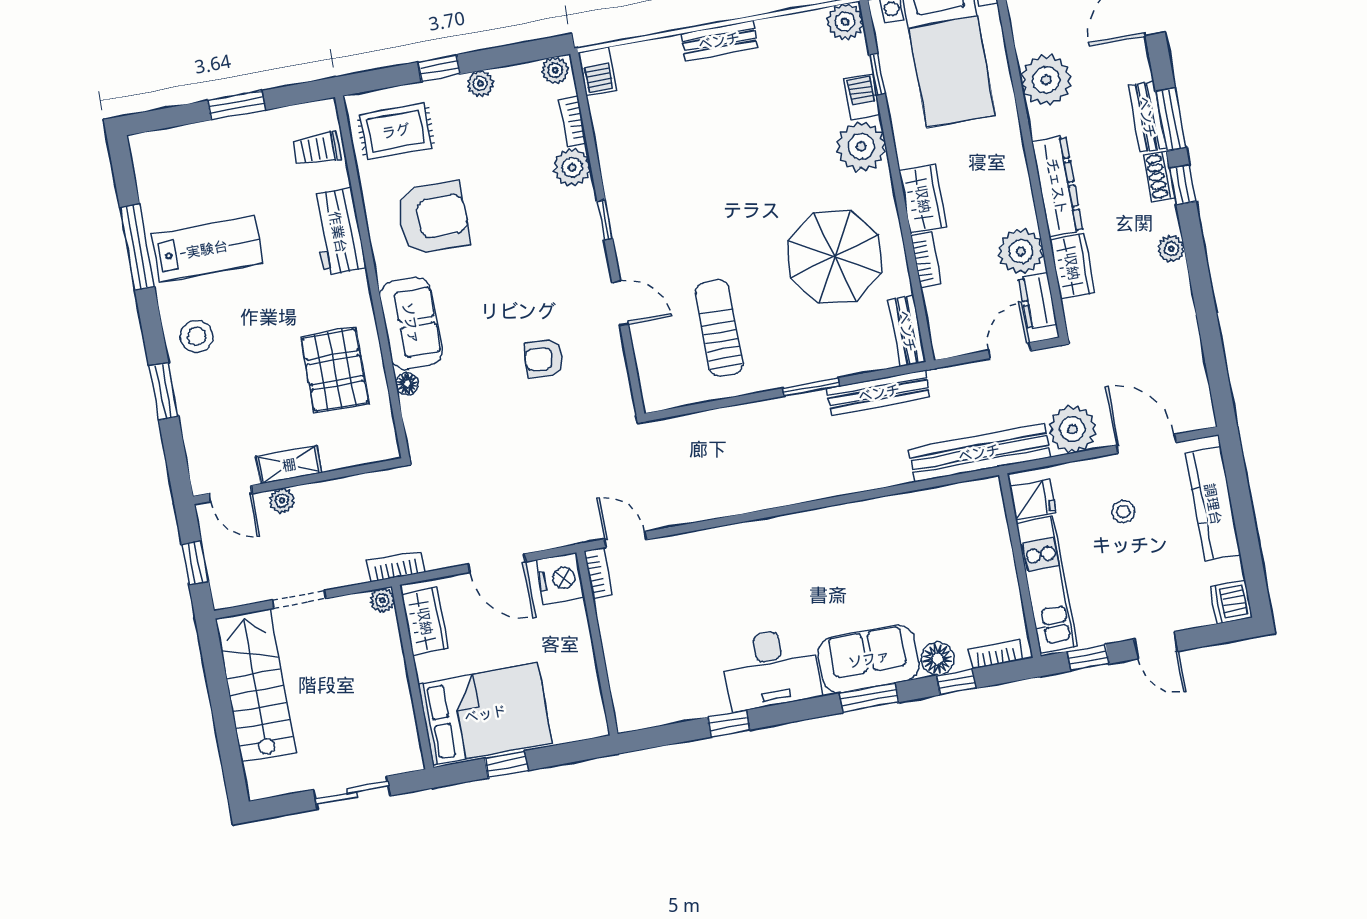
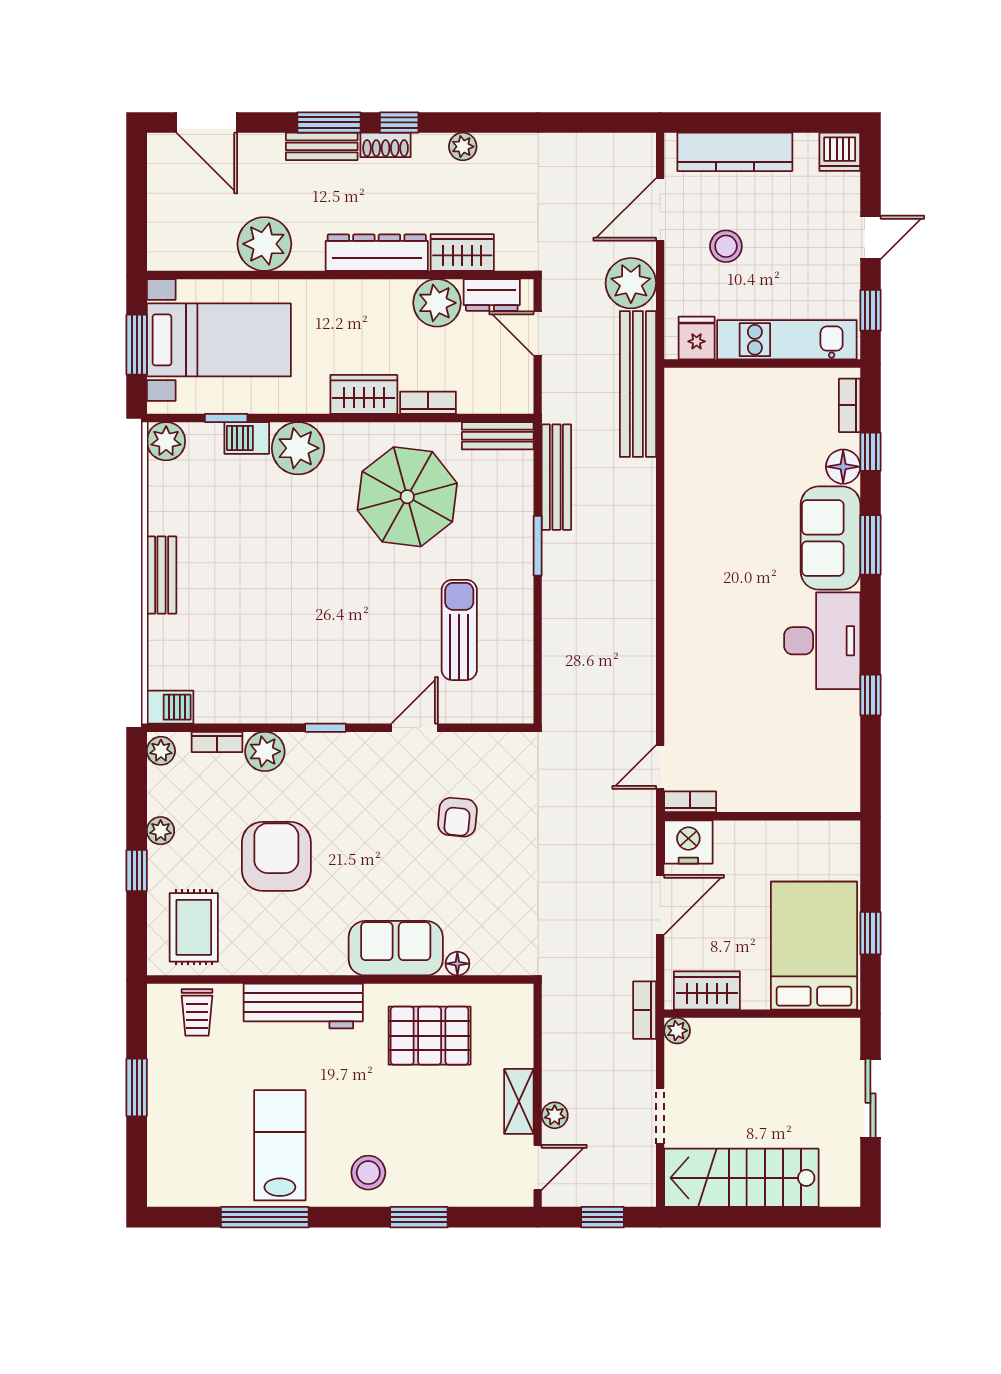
armchair: (433, 218) -> (276, 856), moved
workbench: (338, 232) -> (303, 1006), width x1.38
sun lounger: (719, 328) -> (459, 630), turned 90
stool: (1123, 512) -> (726, 246), width x1.37, depth x1.37

